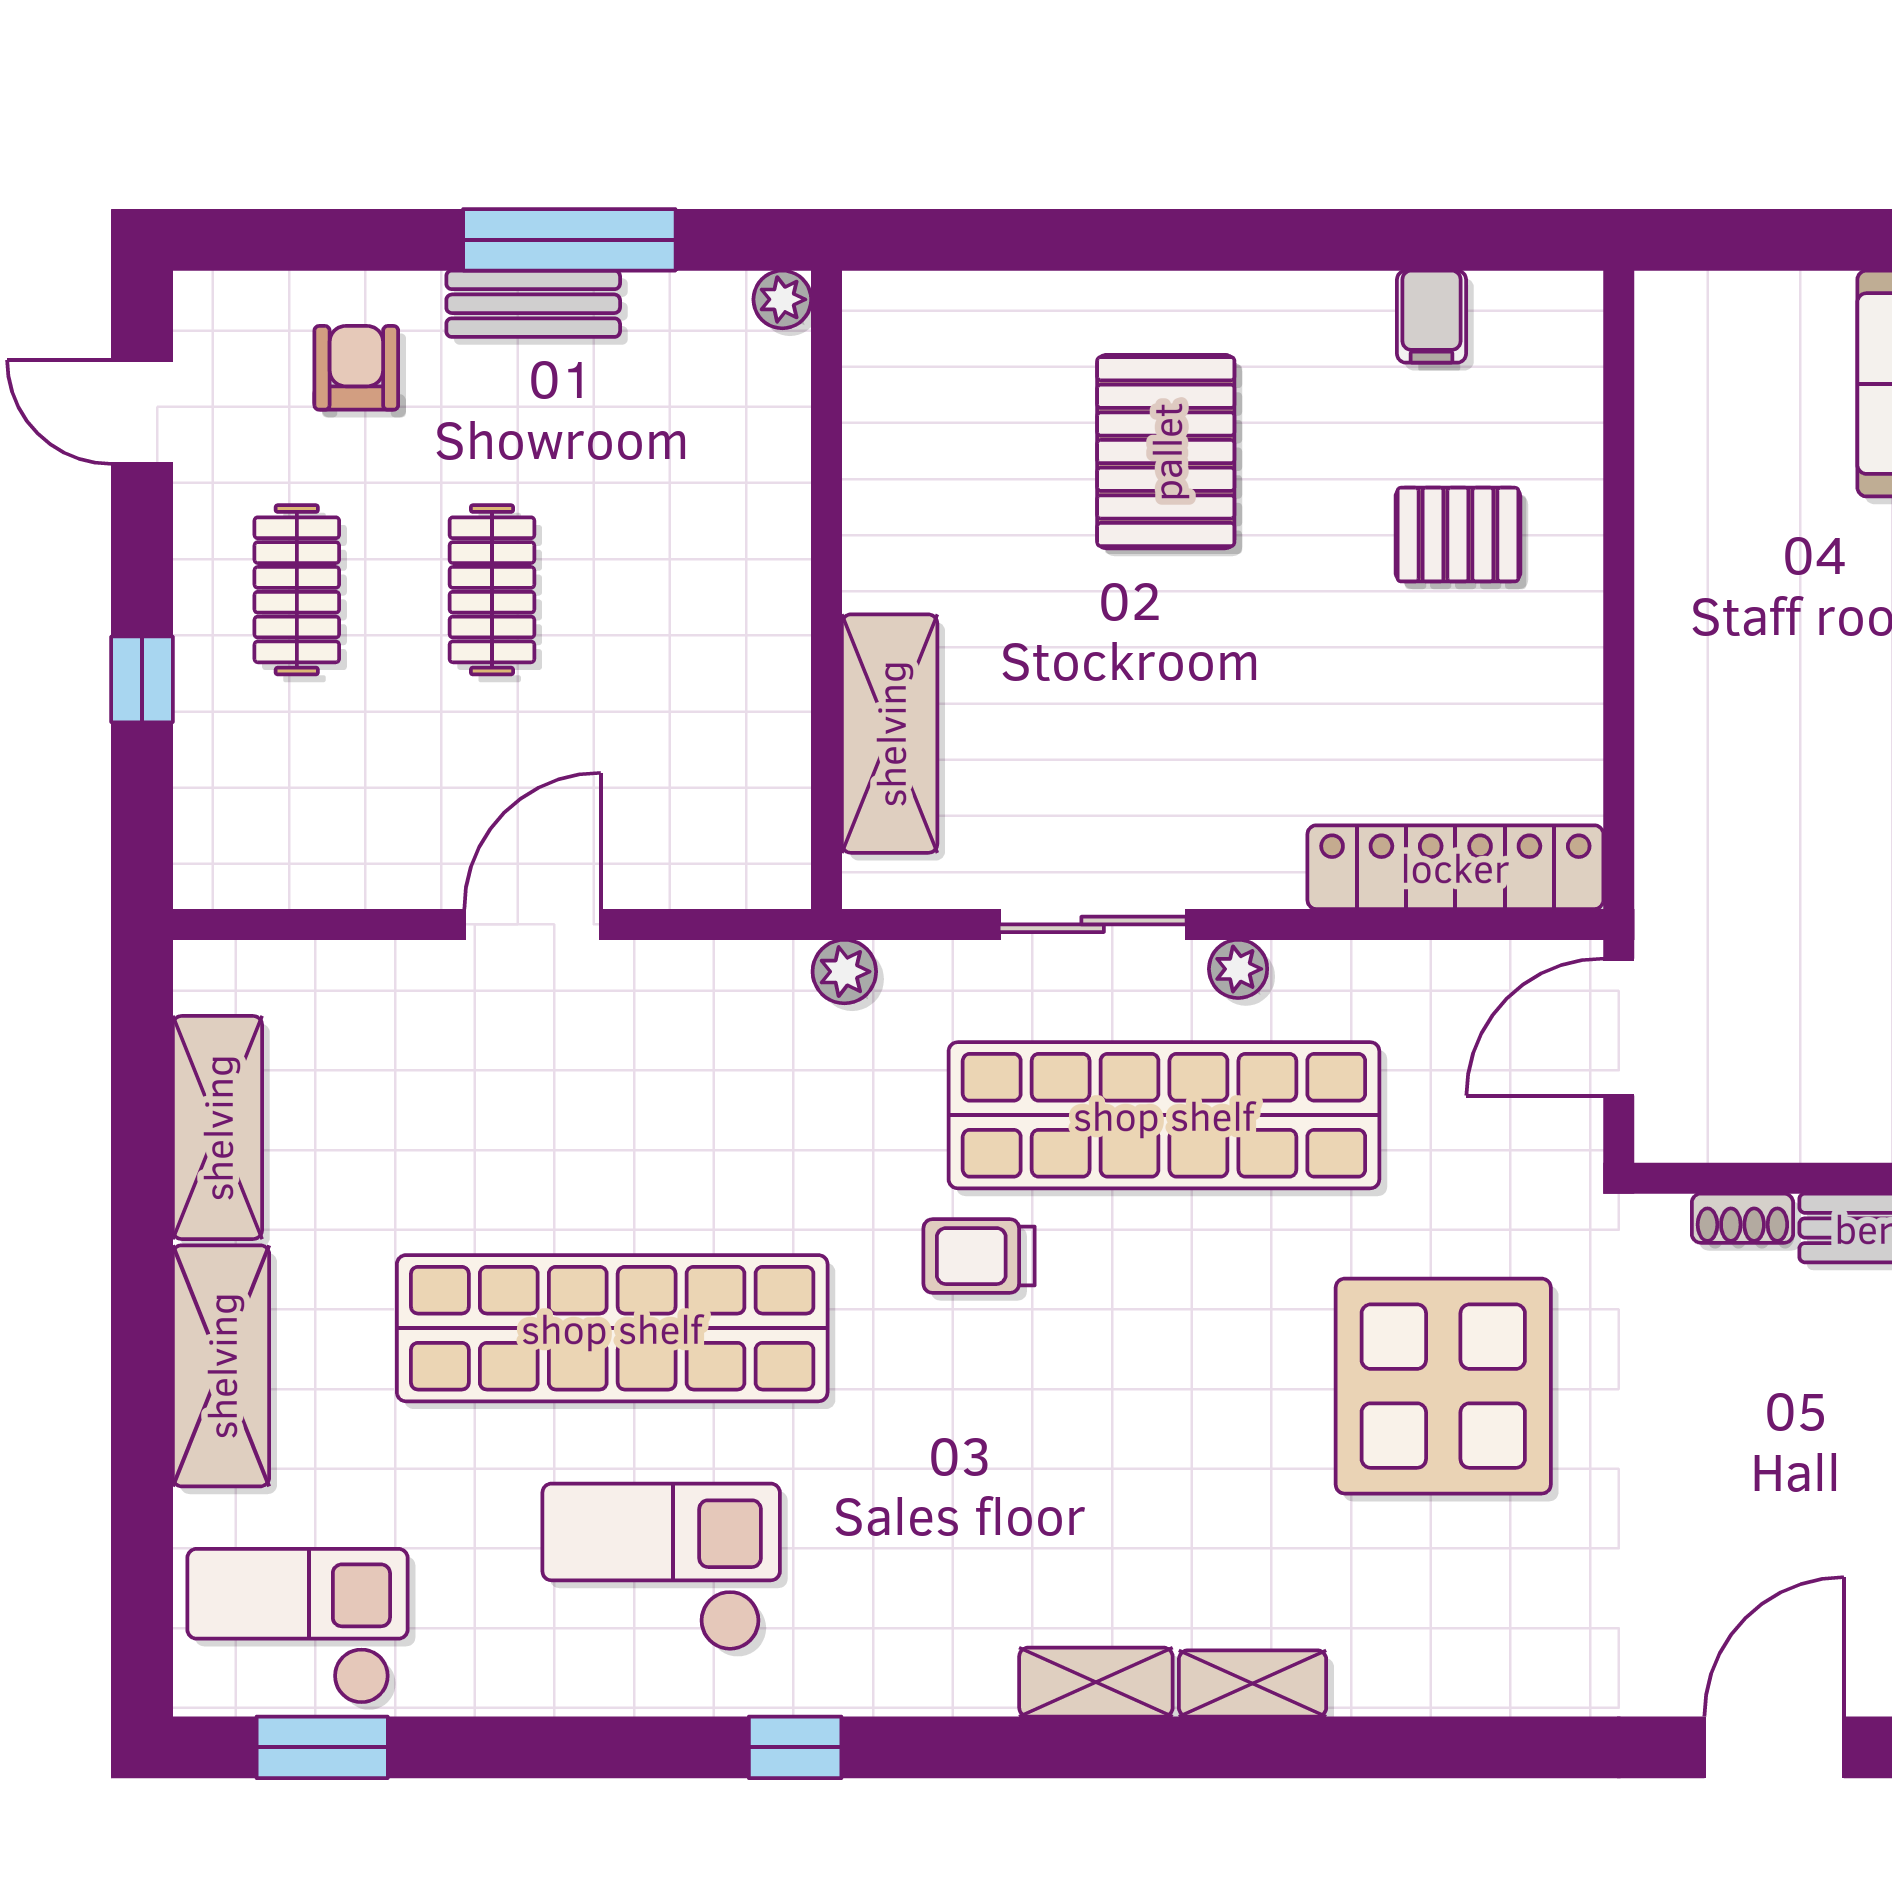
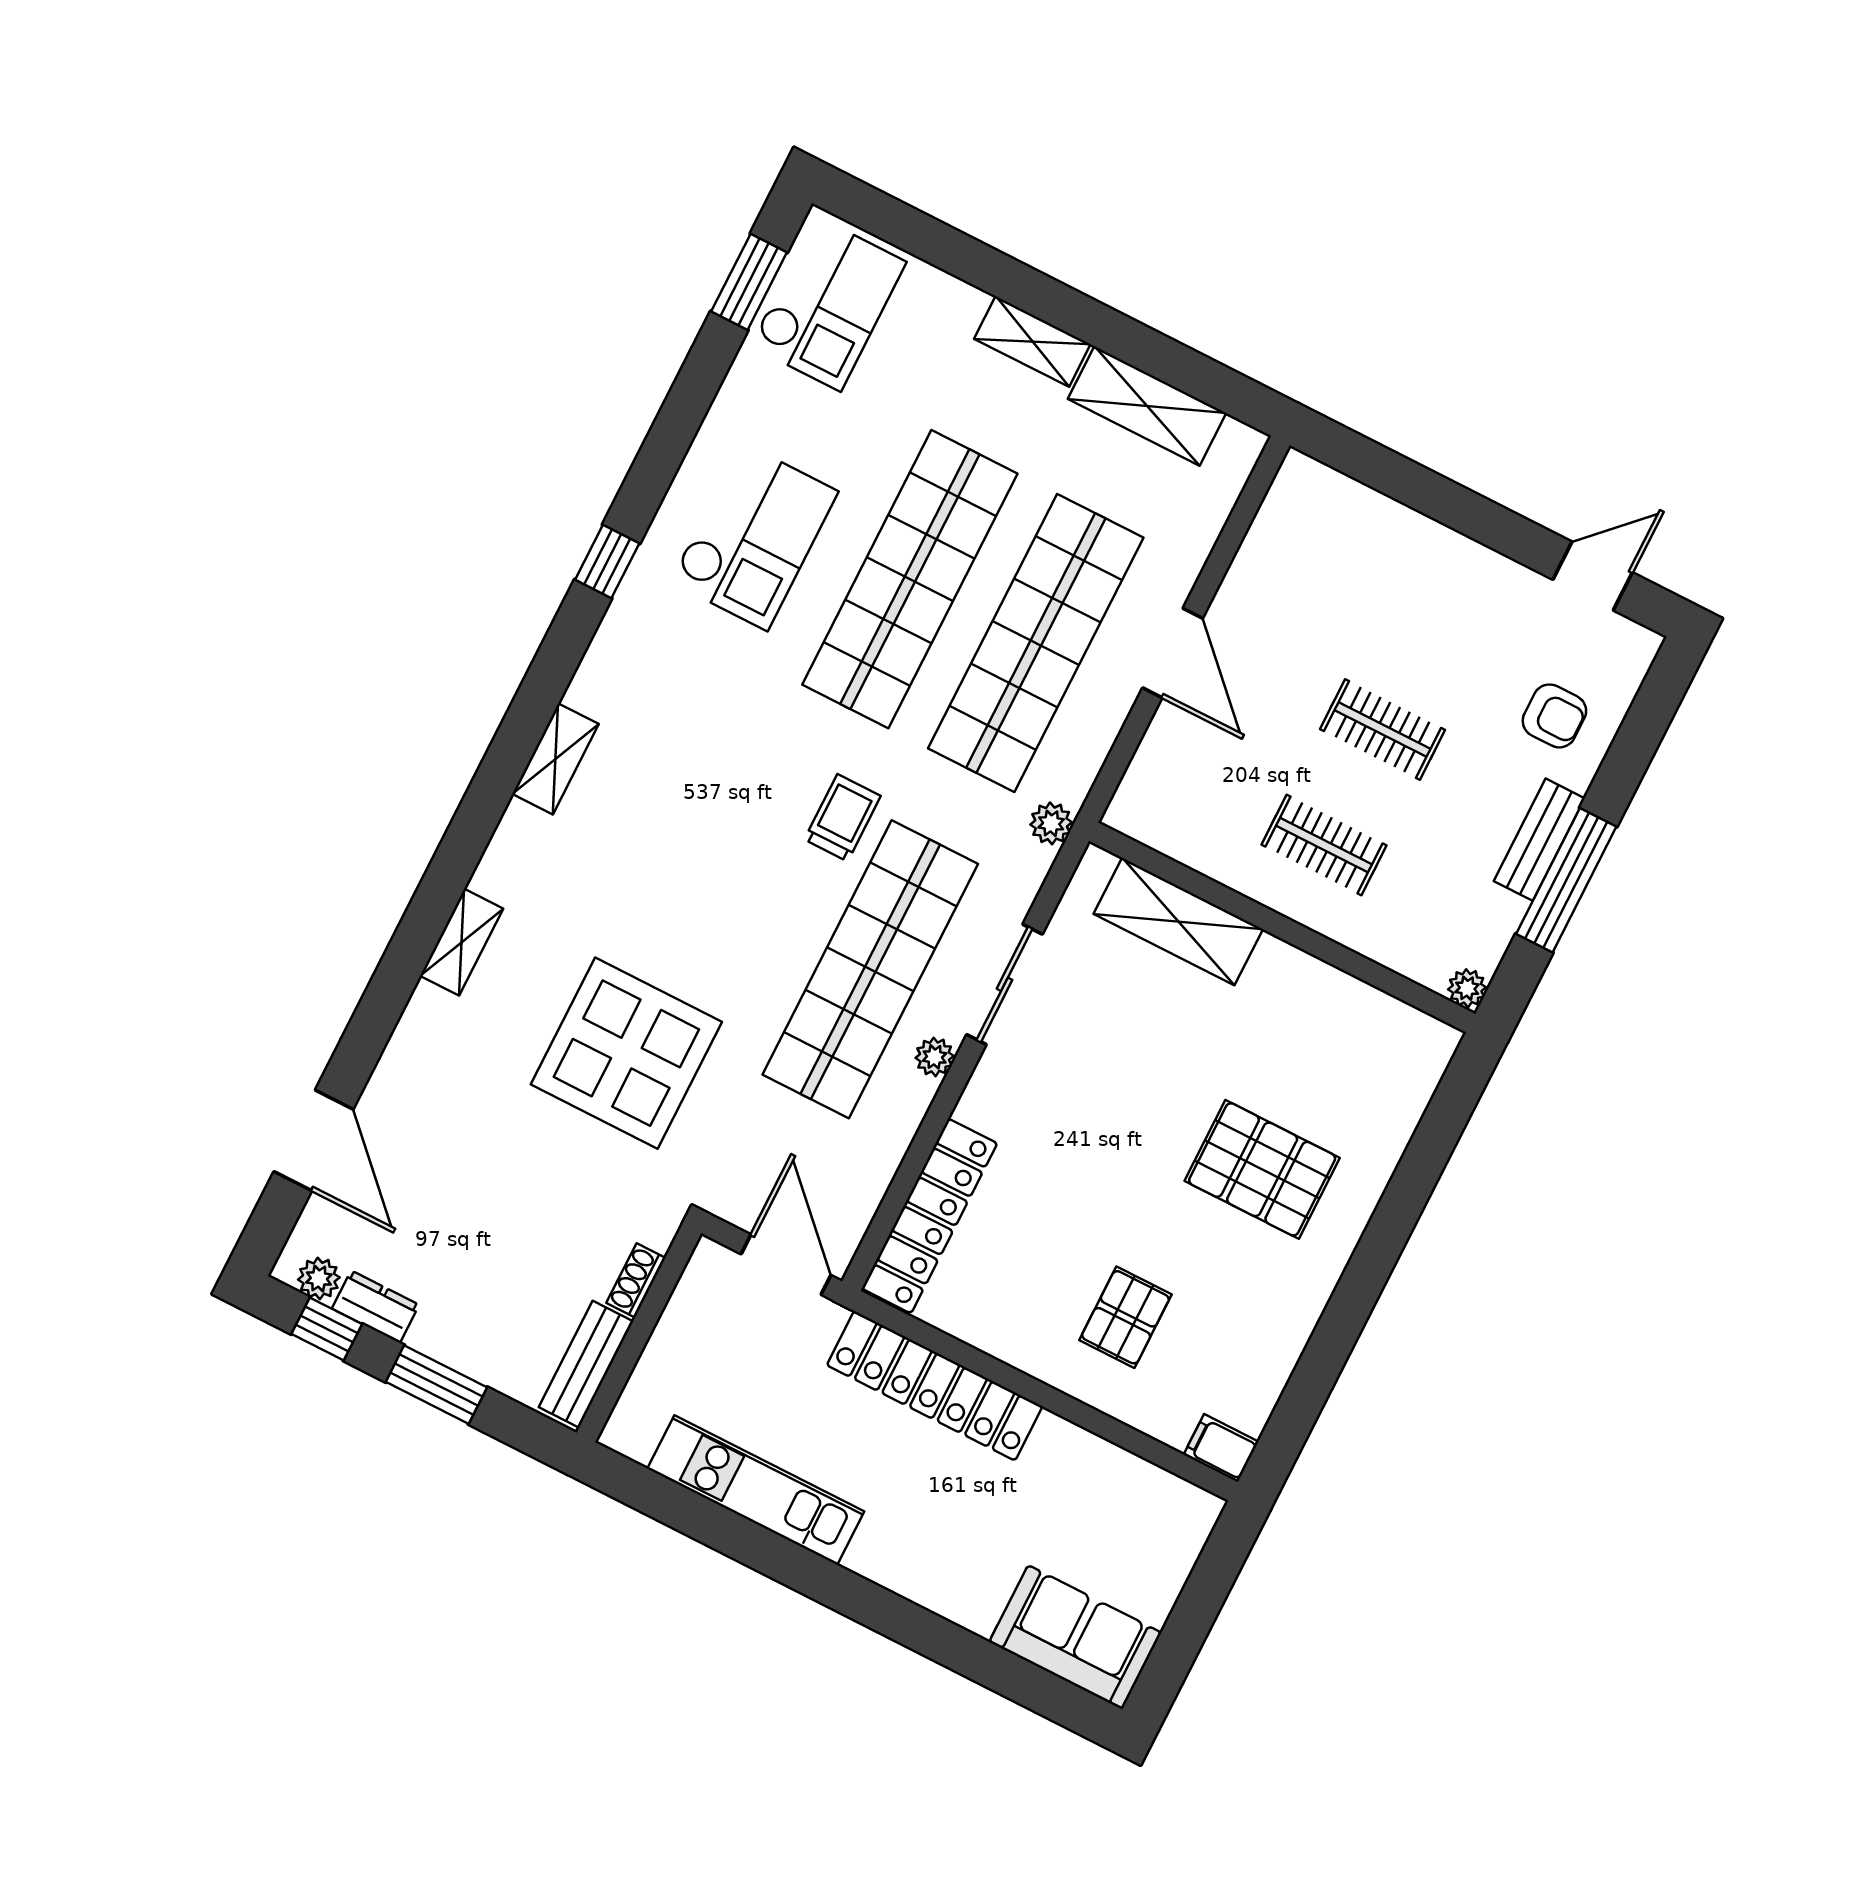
filing cabinet: (1431, 317) -> (1221, 1448), moved
clothes rail: (297, 590) -> (1324, 845), moved
window: (142, 679) -> (1435, 496), removed
locker: (1680, 744) -> (935, 1386), added
shop shelf: (612, 1115) -> (1036, 643), added
shelving: (221, 1366) -> (1032, 341), width x0.67, depth x0.75
shelving: (1253, 1683) -> (462, 942), moved

